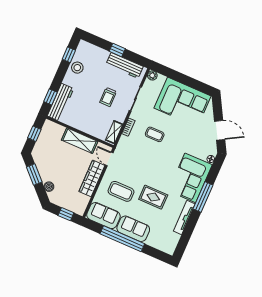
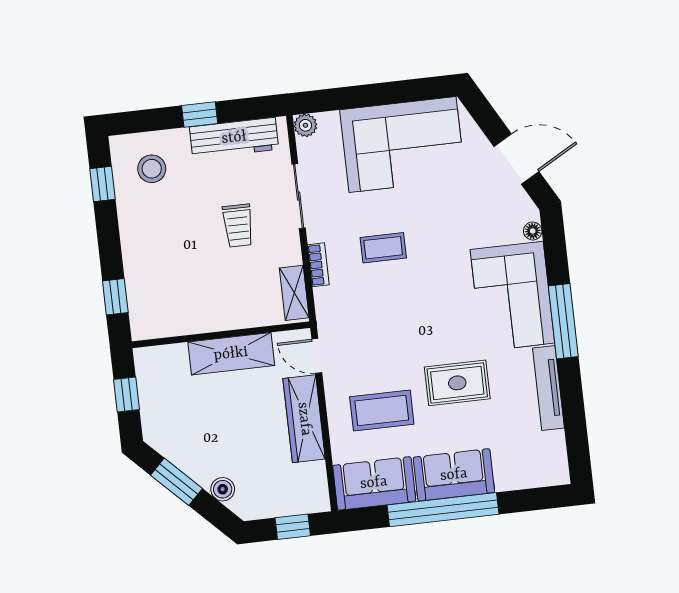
stool: (77, 68) -> (152, 169), moved
workbench: (60, 102) -> (143, 296), removed

